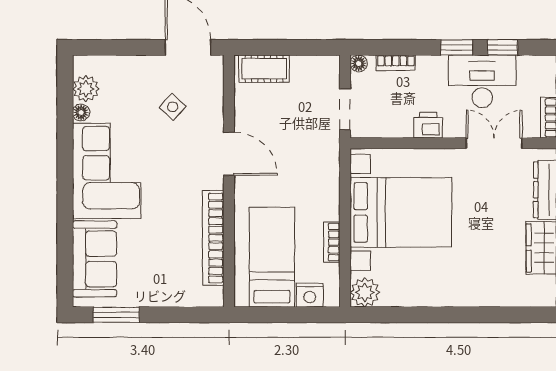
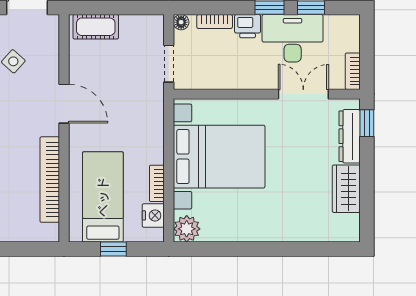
printer: (428, 125) -> (248, 26), moved, turned 180
nightstand: (310, 295) -> (153, 215), moved, turned -90
window: (284, 315) -> (113, 249), added

